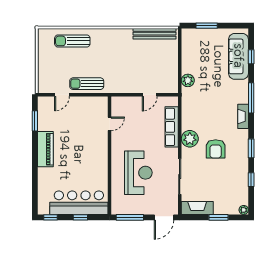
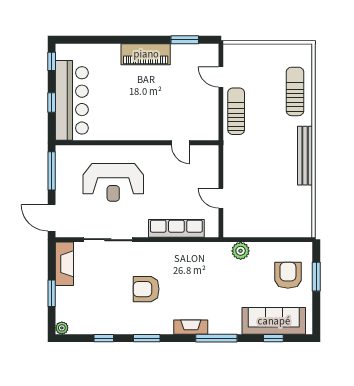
bench: (155, 34) -> (305, 156), moved
armchair: (206, 46) -> (288, 275), added
plant: (190, 139) -> (160, 254), removed

